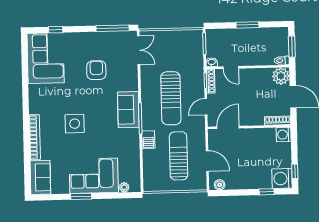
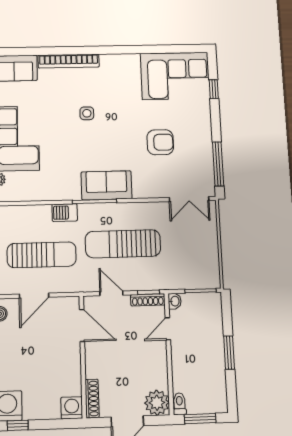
side table: (75, 124) -> (87, 113), width x0.54, depth x0.54

